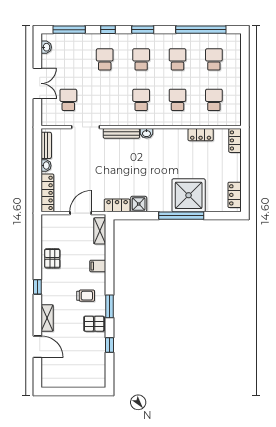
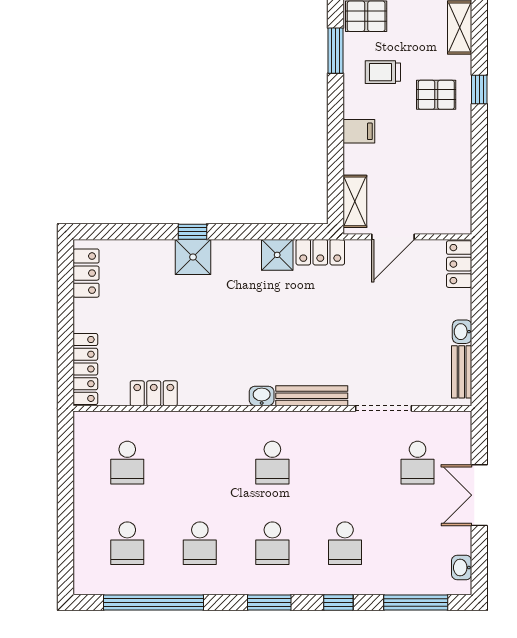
school desk: (178, 100) -> (200, 463), removed
locker: (235, 140) -> (85, 369), width x1.53
locker: (47, 193) -> (459, 264), width x0.66
shower: (189, 195) -> (193, 257), width x0.54, depth x0.54
window: (181, 216) -> (192, 232), width x0.32
pallet: (52, 258) -> (436, 95), moved, turned 90

